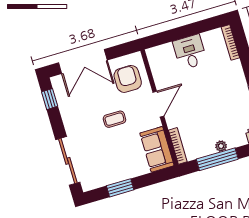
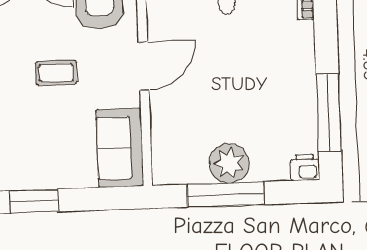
bookcase: (178, 146) -> (160, 152), removed
plant: (221, 146) -> (229, 163), width x1.88, depth x1.88

